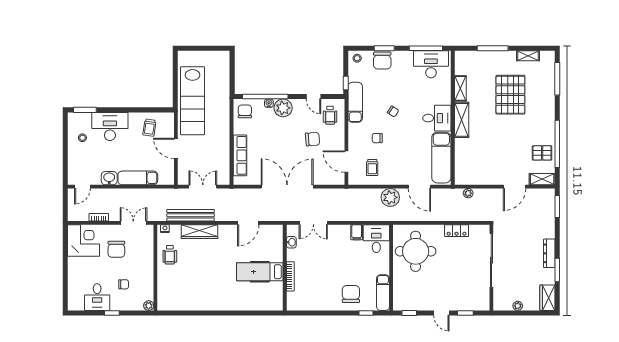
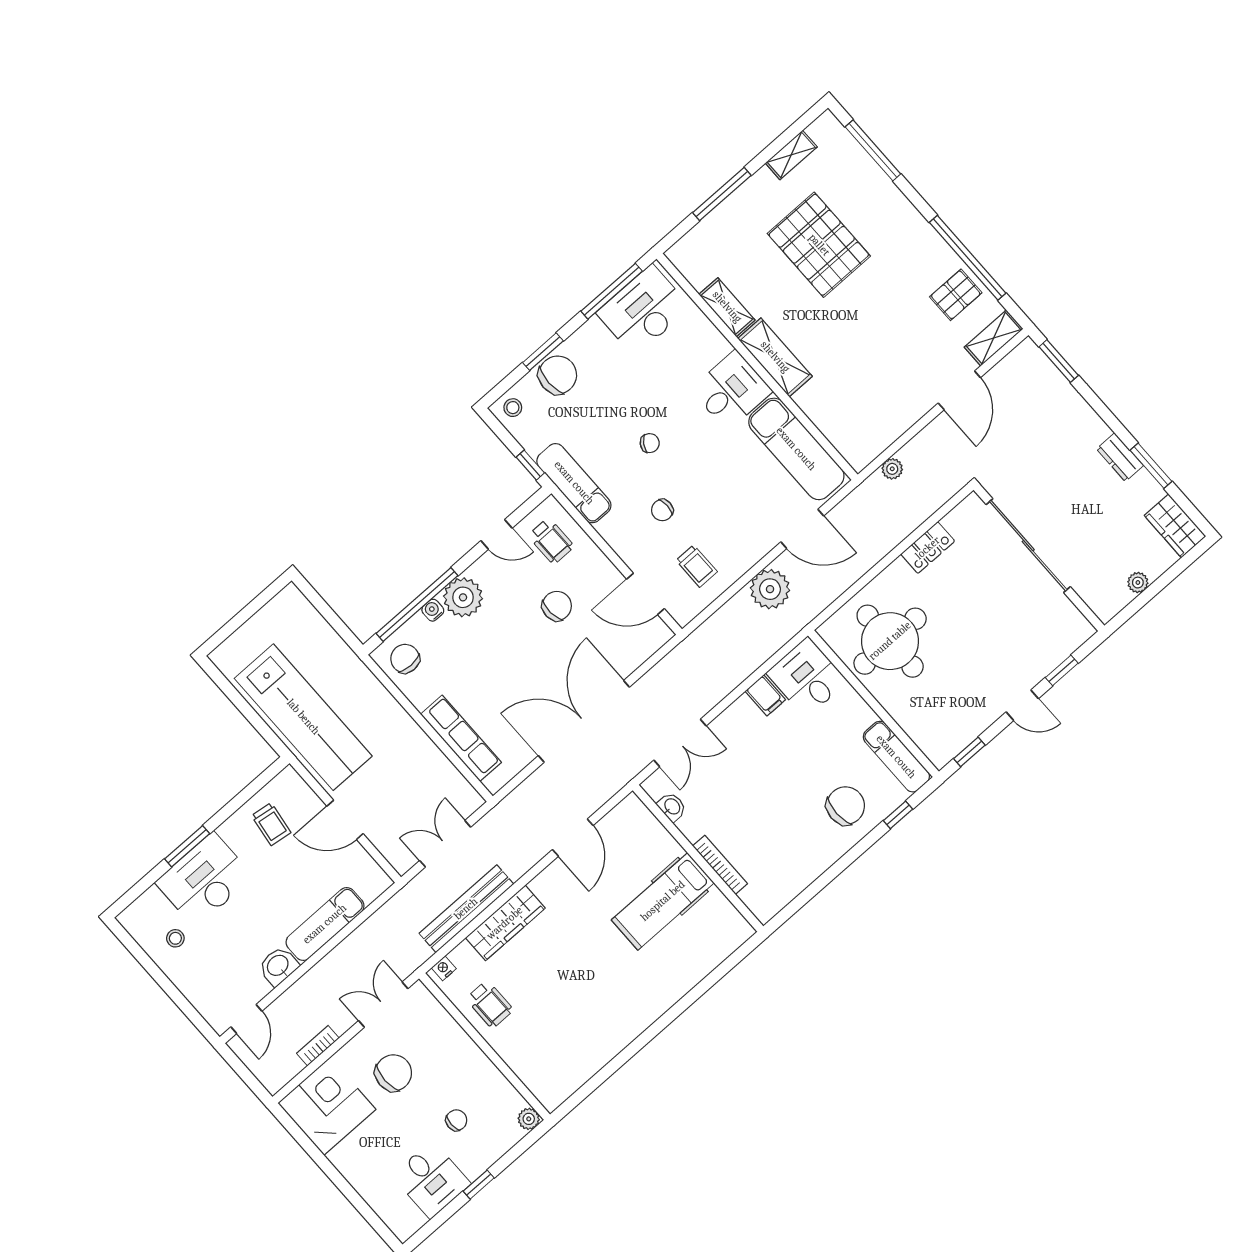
chair: (382, 61) -> (558, 375), turned -90
window: (85, 110) -> (187, 846), moved
chair: (116, 249) -> (393, 1073), turned -90
dresser: (549, 253) -> (1120, 457), width x0.70
chair: (351, 294) -> (846, 806), turned 90

